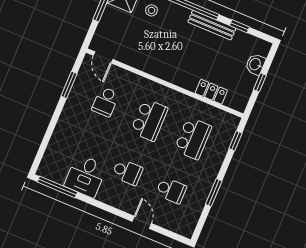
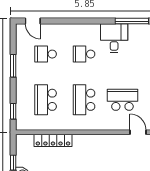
locker: (211, 92) -> (53, 140), width x1.53
school desk: (105, 102) -> (122, 100), width x1.85
door: (142, 222) -> (33, 21), moved

